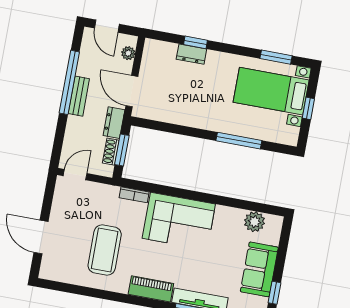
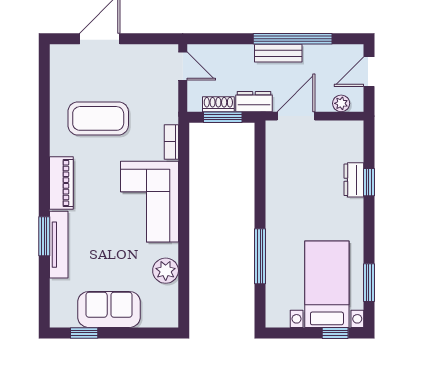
window: (308, 108) -> (335, 333), moved
plant: (255, 222) -> (166, 271), moved

